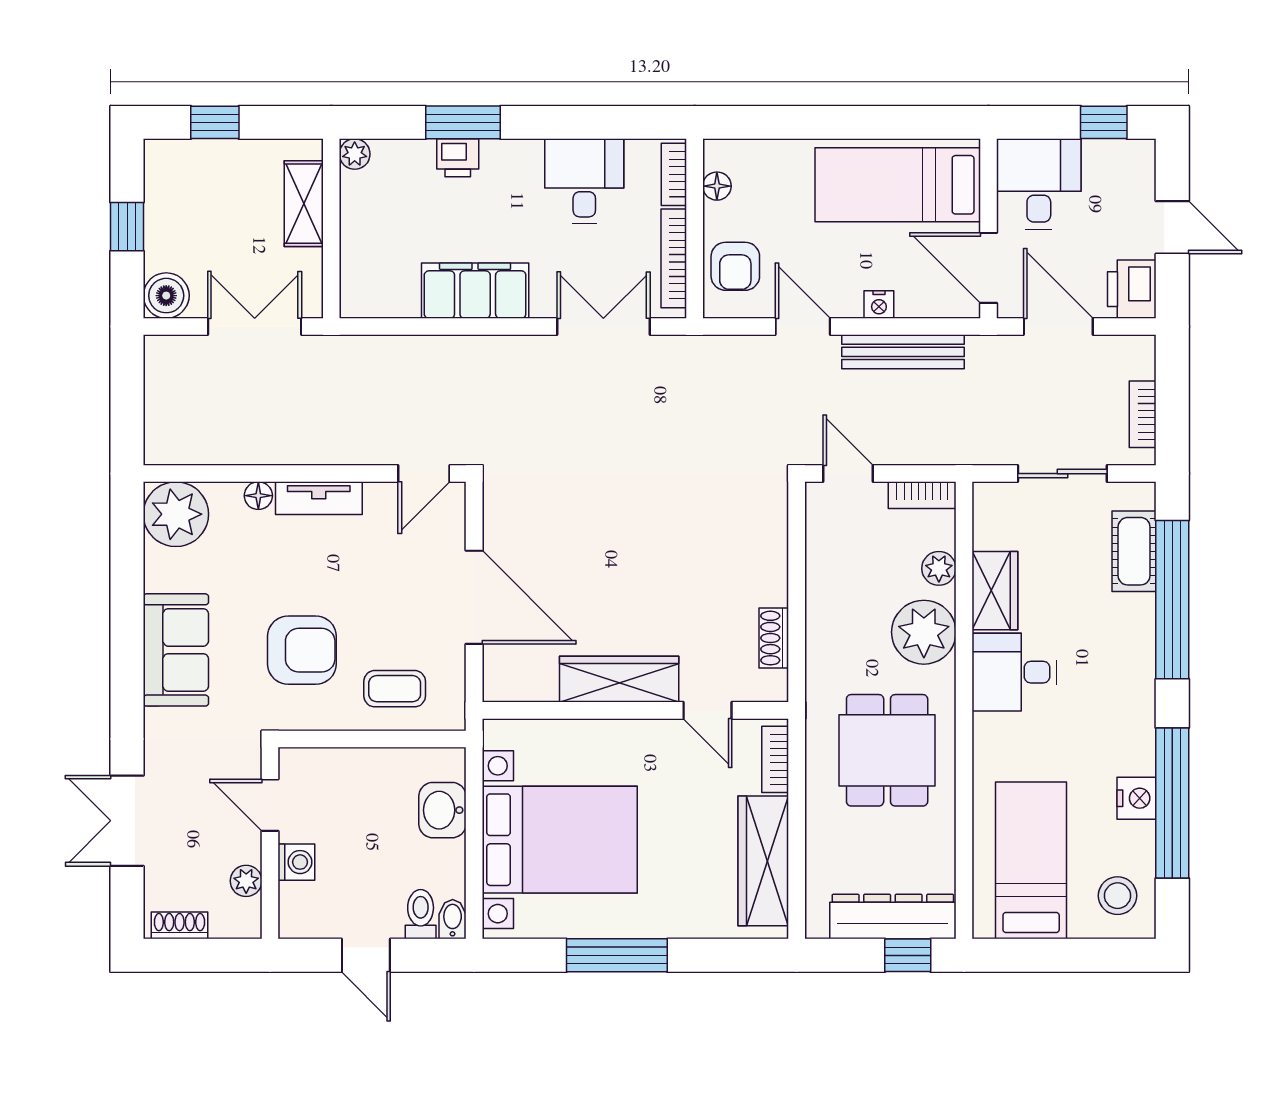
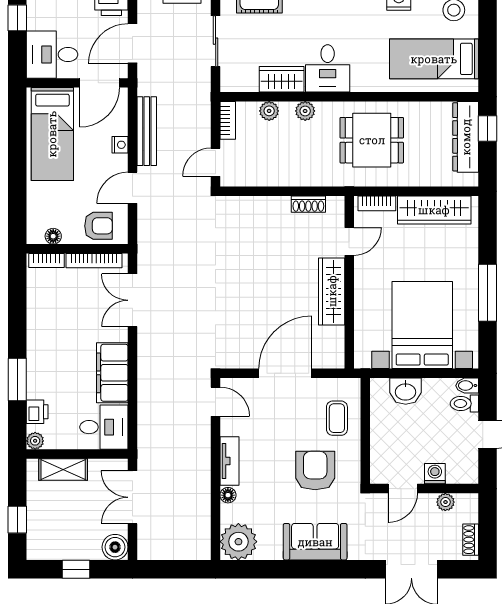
printer: (458, 158) -> (37, 412), moved
desk: (584, 181) -> (104, 427), moved, turned 180
plant: (924, 632) -> (305, 111), width x0.53, depth x0.53

